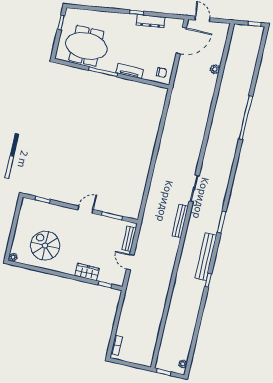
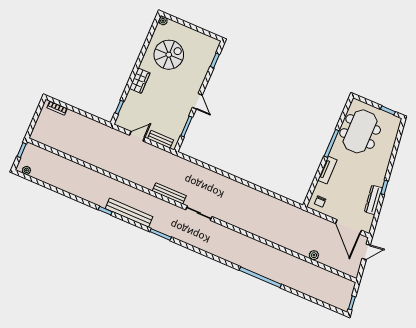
wardrobe: (87, 272) -> (140, 81), moved

